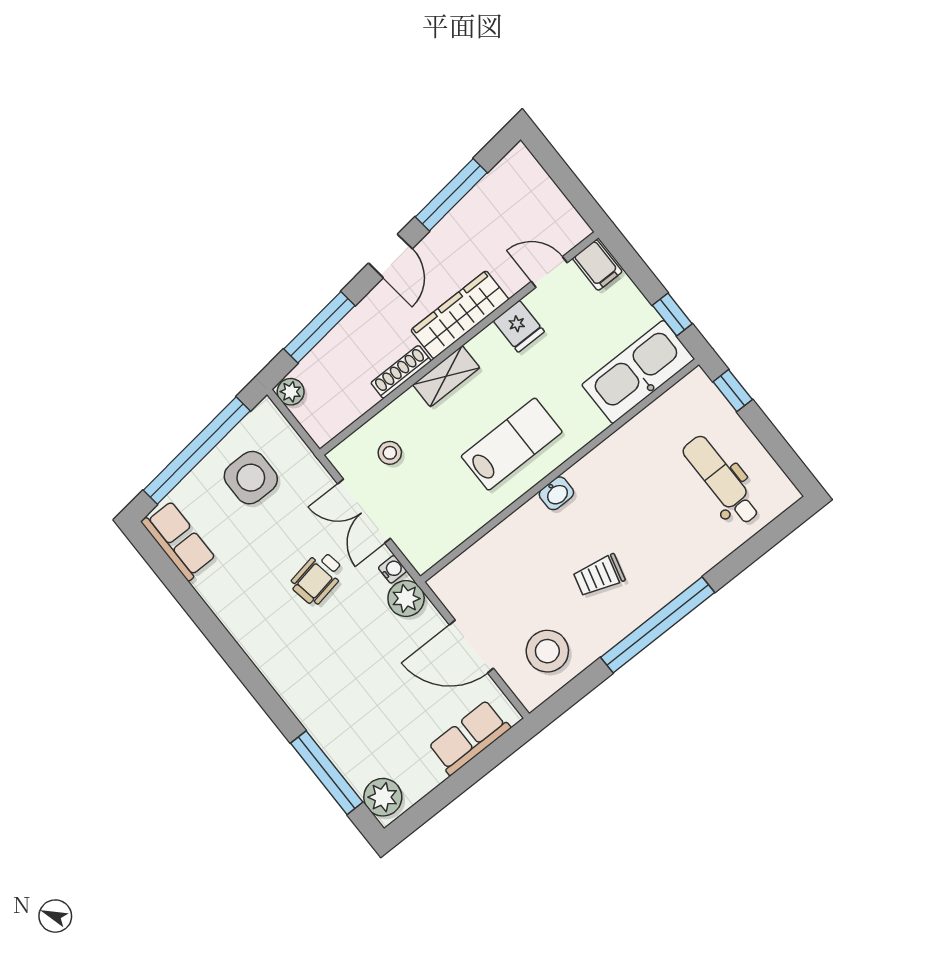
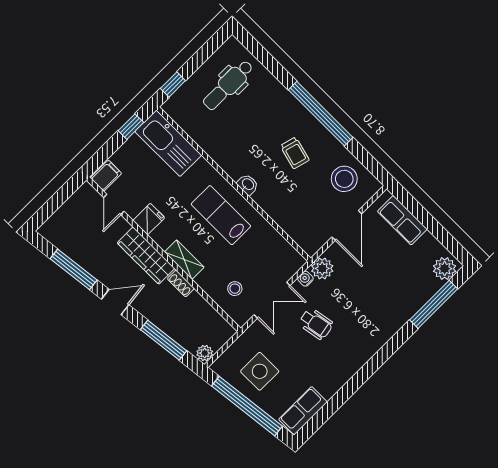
shoe rack: (401, 372) -> (181, 283), width x0.70

